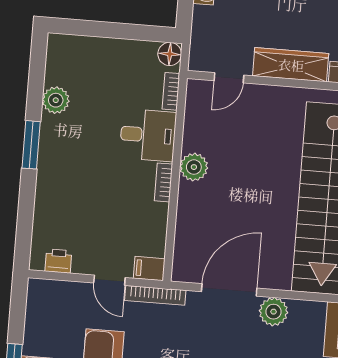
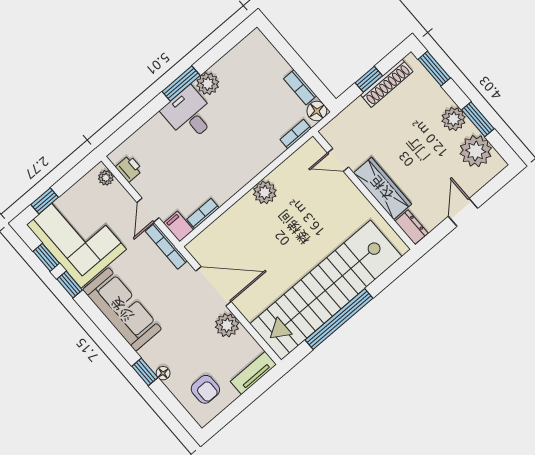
bookcase: (135, 48) -> (300, 87), added
plant: (56, 100) -> (208, 84), moved
desk: (148, 135) -> (189, 114), moved, turned 180
bookcase: (163, 182) -> (203, 213), moved
plant: (46, 288) -> (106, 178), added

